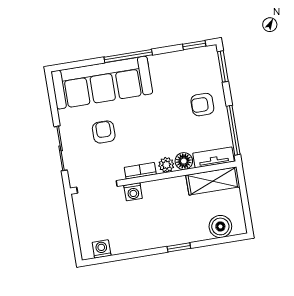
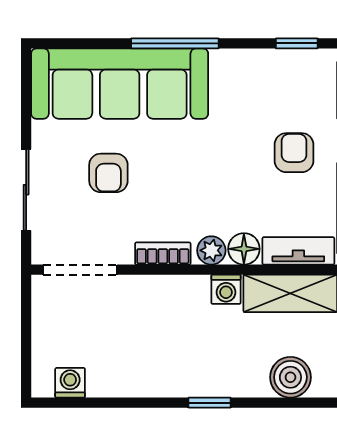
armchair: (202, 105) -> (294, 153), turned 90
armchair: (104, 132) -> (108, 173), turned 180
washing machine: (133, 192) -> (226, 289), moved

